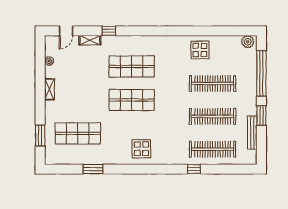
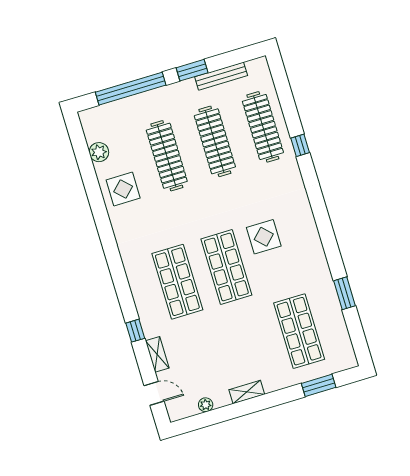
plant: (248, 42) -> (99, 152), moved
display table: (141, 149) -> (264, 237), moved

